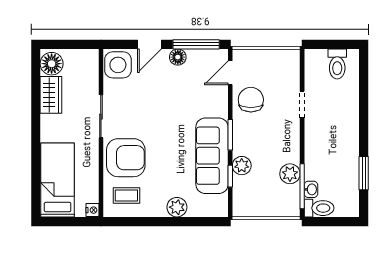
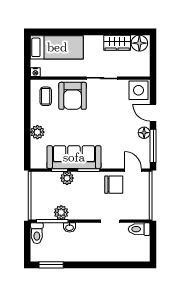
toilet: (337, 64) -> (139, 229), moved
window: (364, 173) -> (51, 265), moved
washbasin: (311, 189) -> (70, 227), moved

